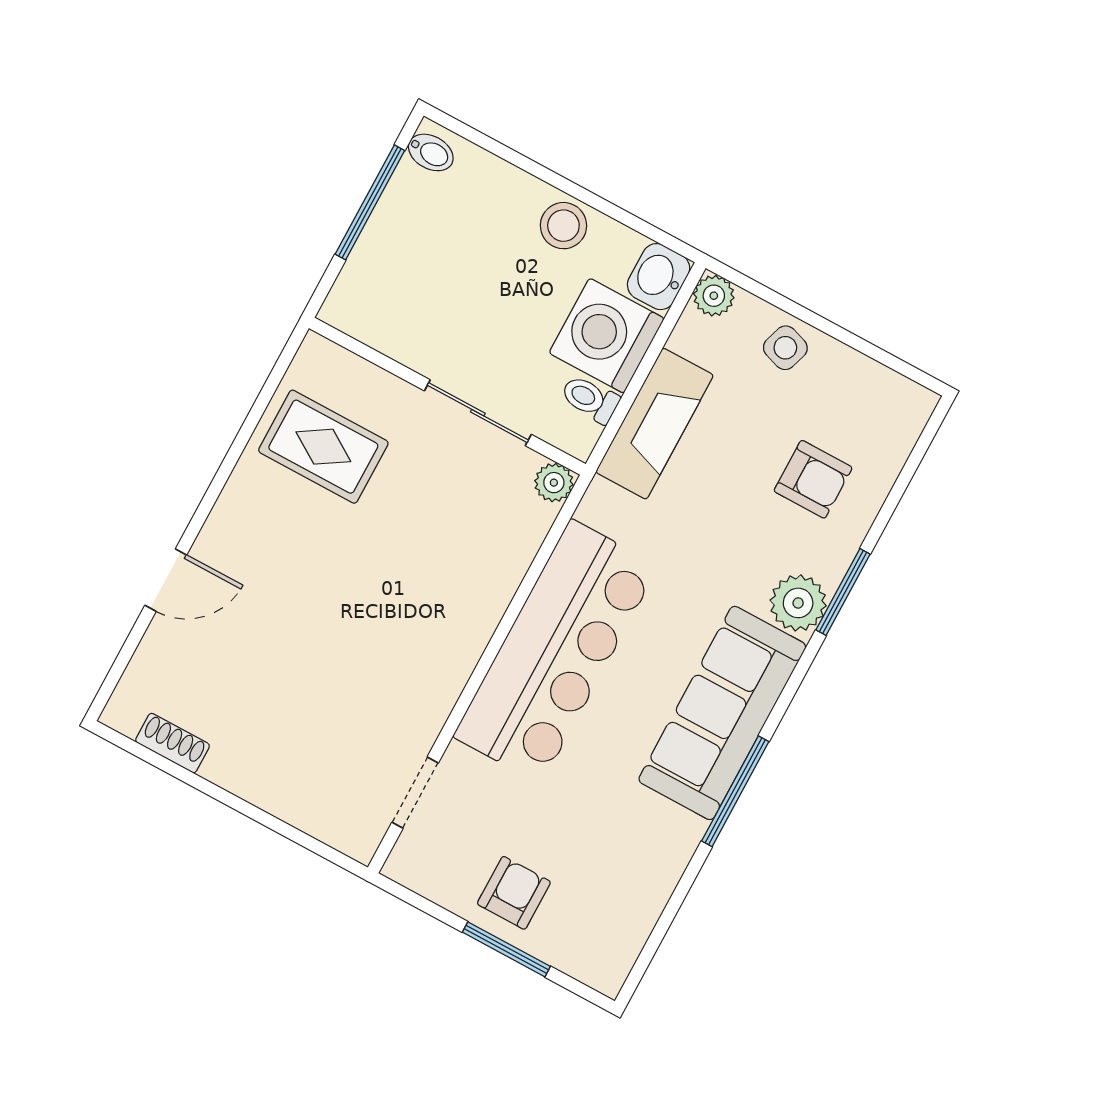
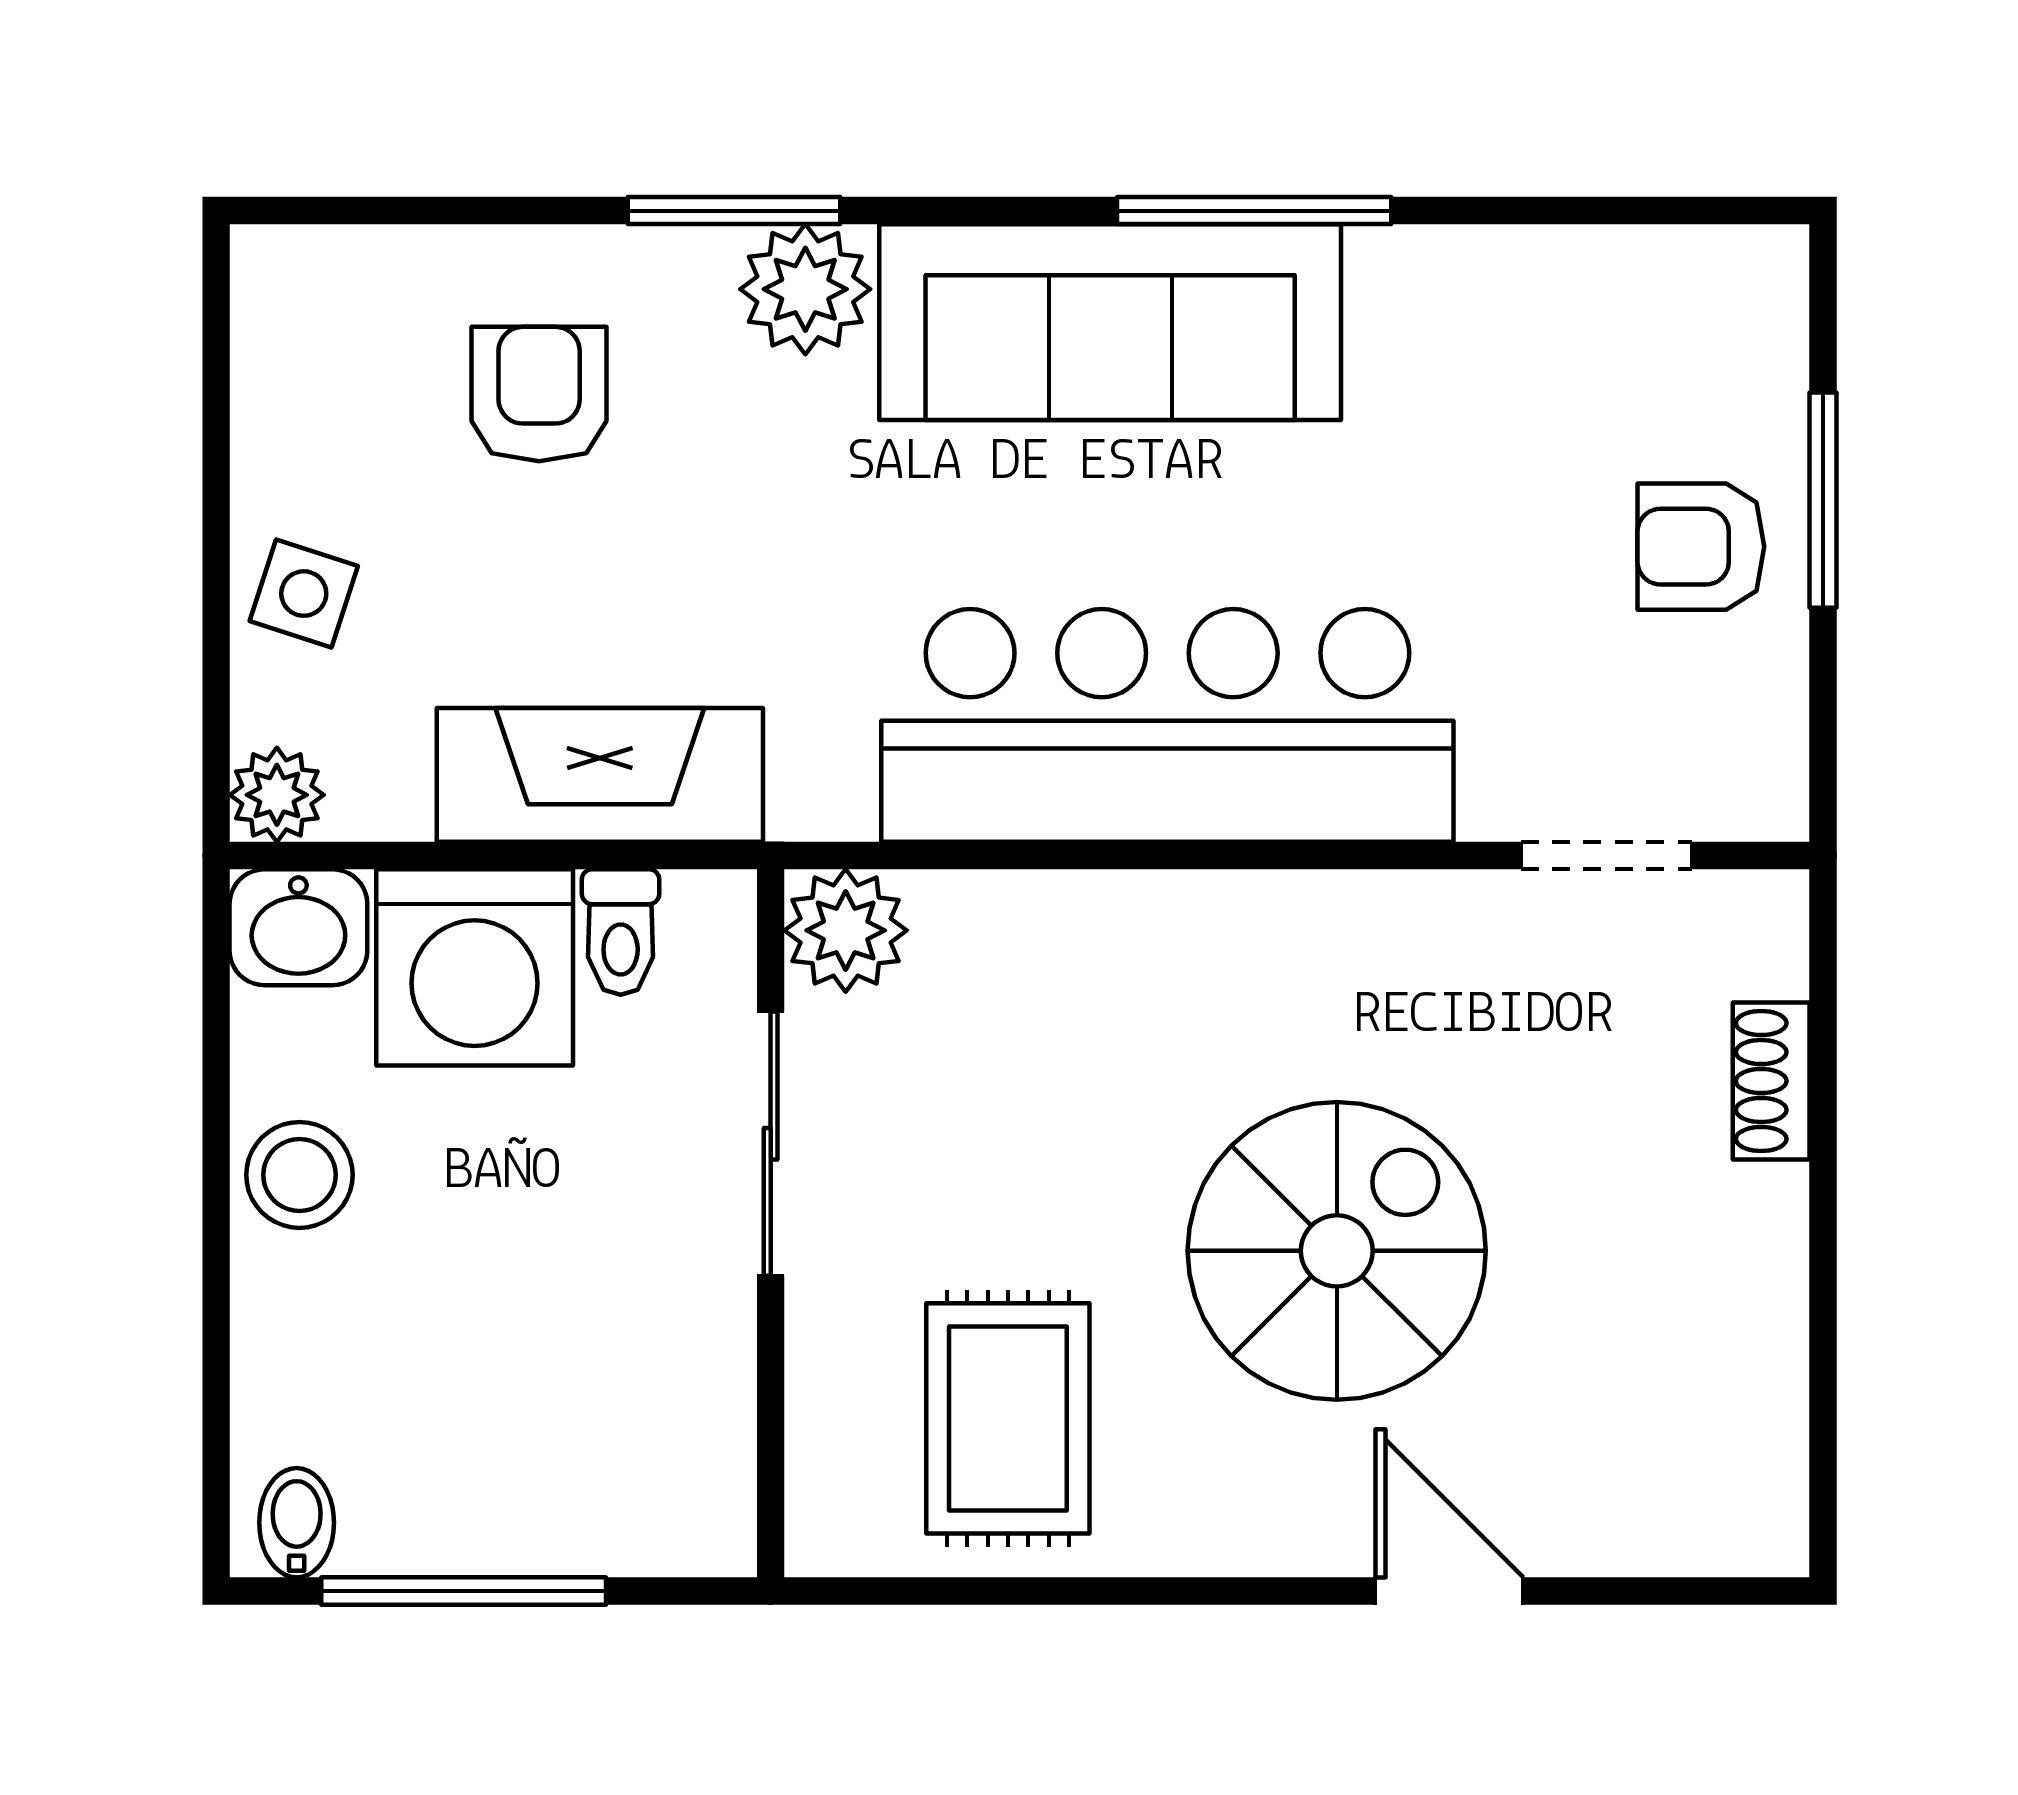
plant: (554, 483) -> (846, 930), width x1.38, depth x1.38
spiral stairs: (319, 607) -> (1337, 1251), added
shoe rack: (172, 743) -> (1771, 1081), moved

